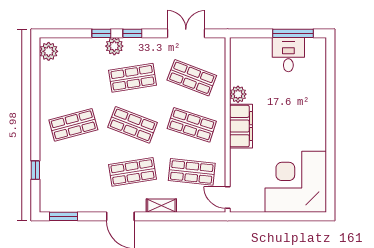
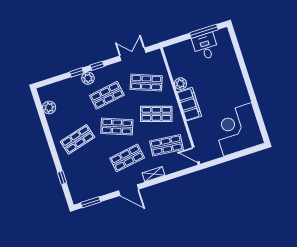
plant: (49, 51) -> (49, 107), moved

